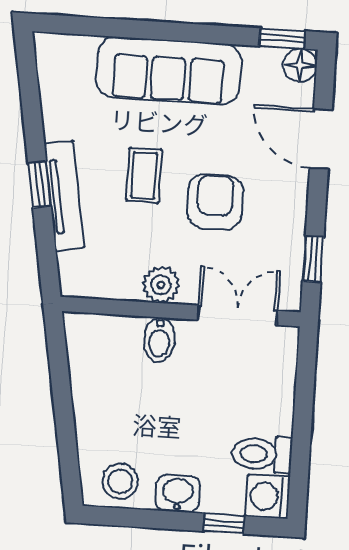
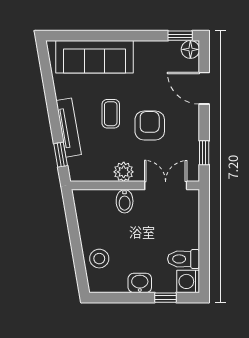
sofa: (169, 71) -> (95, 57), moved
window: (39, 185) -> (61, 155), moved
stool: (120, 481) -> (99, 259), moved

